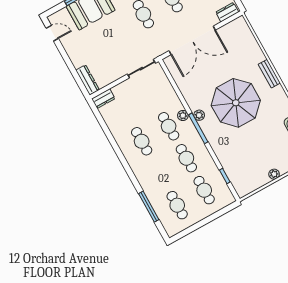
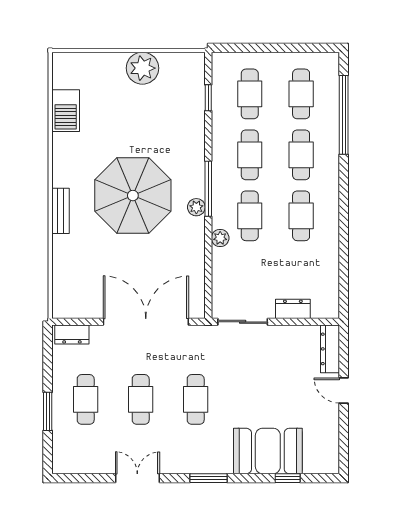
door: (52, 33) -> (344, 391), moved
dresser: (103, 99) -> (293, 309), moved
plant: (183, 115) -> (220, 238), moved
cafe table: (159, 173) -> (301, 155), added
plant: (274, 174) -> (142, 68), width x1.87, depth x1.87
window: (149, 207) -> (344, 115), width x1.46

